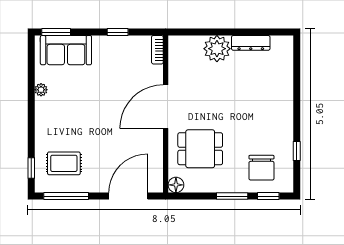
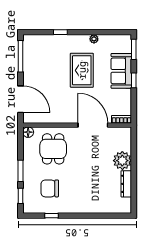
window: (118, 32) -> (134, 80), moved
sofa: (66, 50) -> (121, 71), moved
door: (166, 107) -> (93, 125), moved
rug: (64, 163) -> (82, 70), moved, width x1.36, depth x1.43
window: (31, 168) -> (60, 32), moved
chair: (261, 168) -> (50, 188), moved

